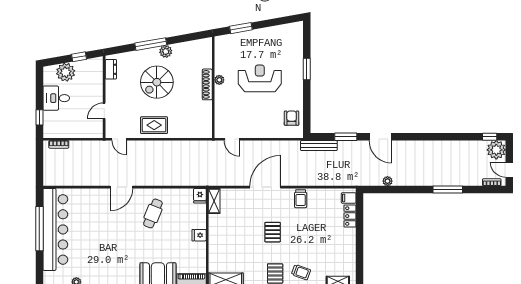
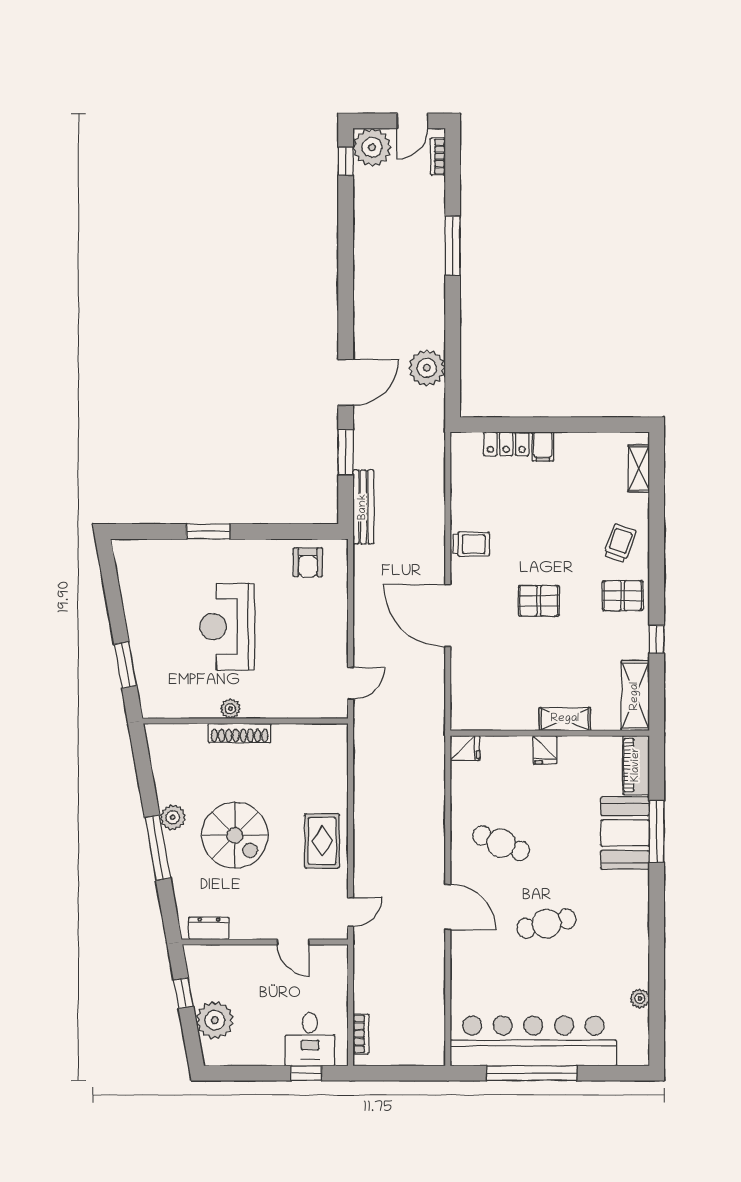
desk: (56, 98) -> (310, 1039), moved
armchair: (292, 118) -> (308, 562), turned -90
plant: (388, 181) -> (427, 368), width x1.87, depth x1.87
filing cabinet: (349, 198) -> (543, 447), moved
shelving: (214, 201) -> (565, 719), moved
cafe table: (113, 236) -> (547, 924), added

